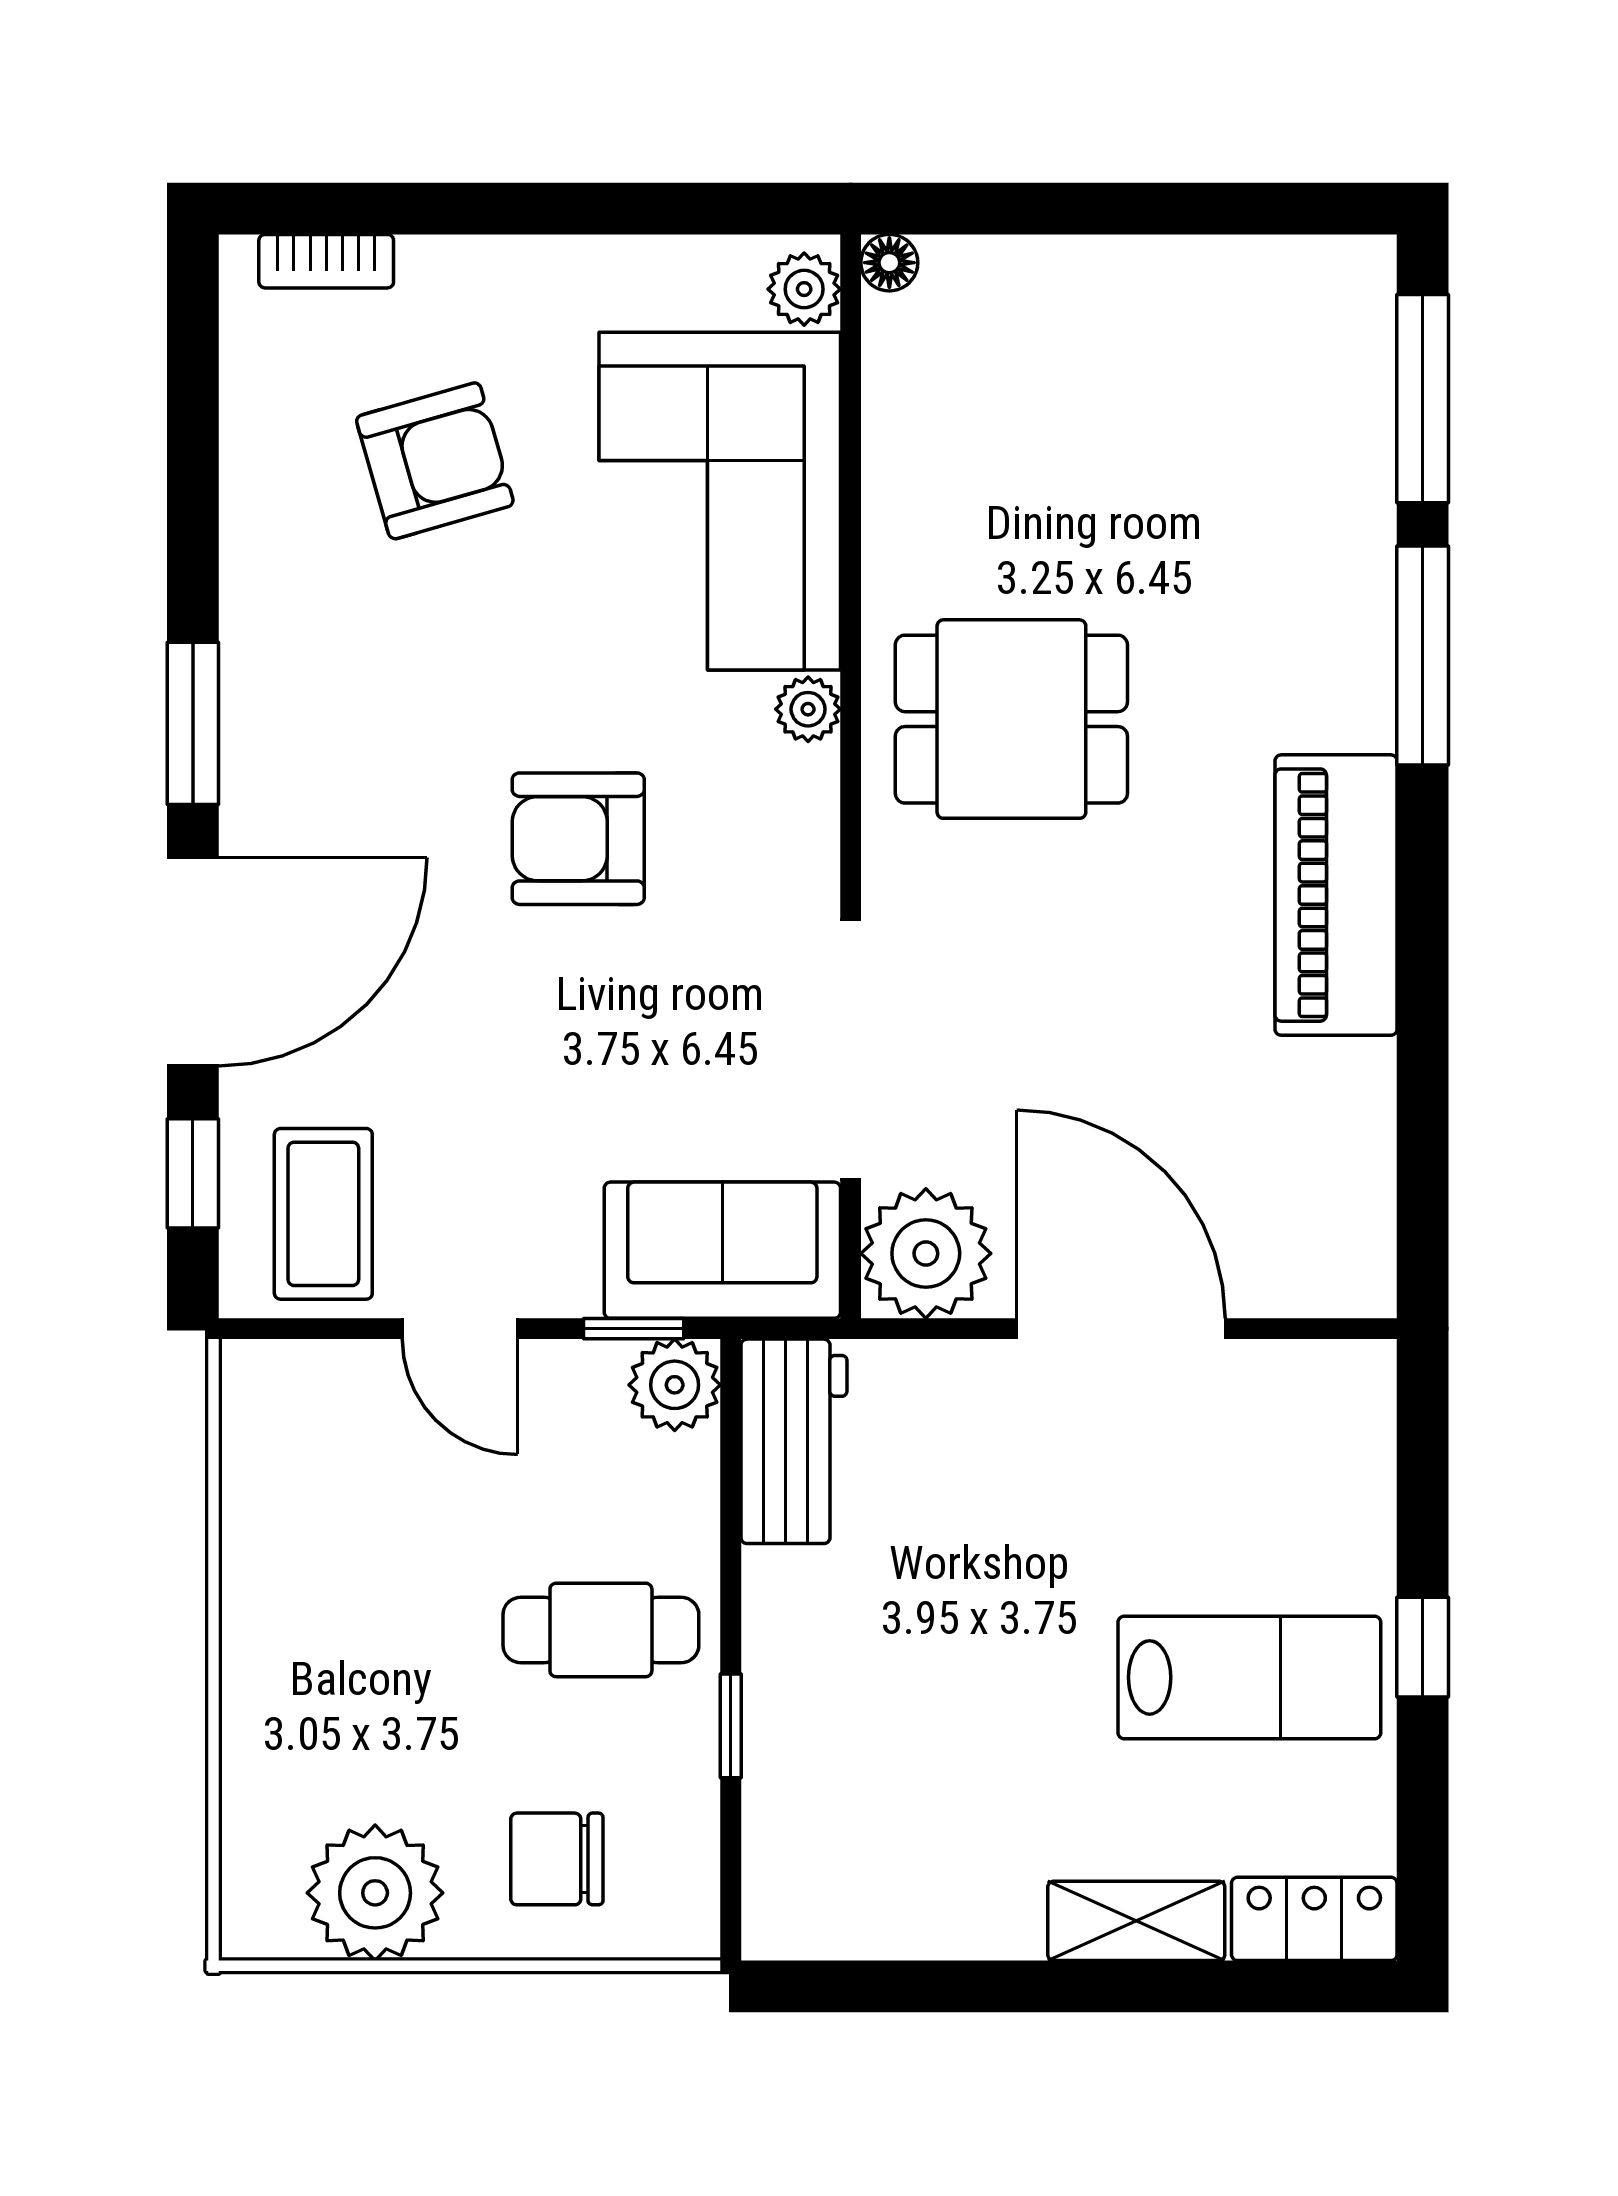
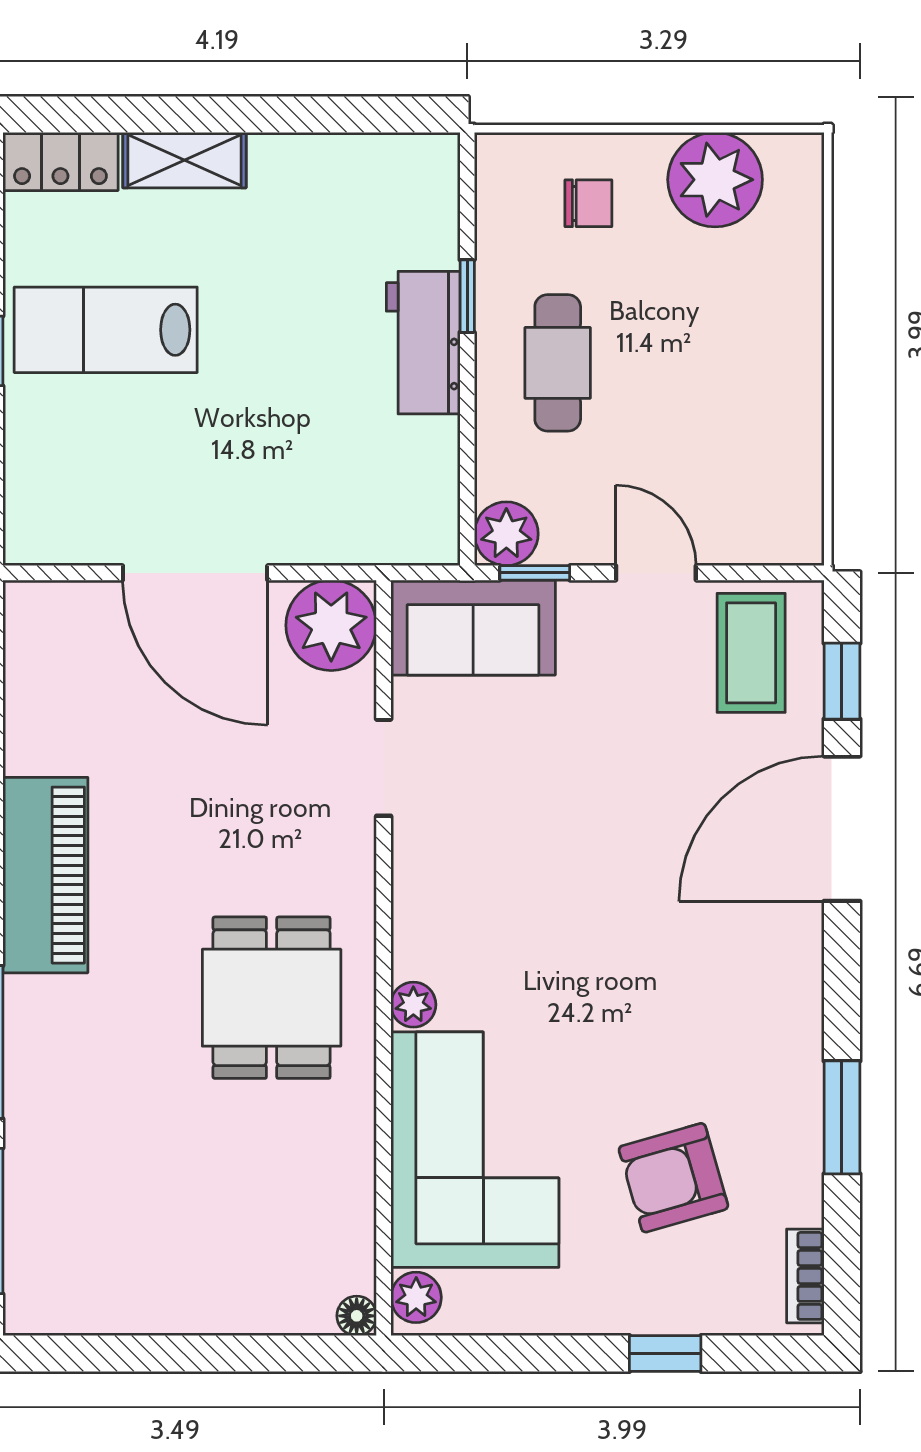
window: (447, 209) -> (665, 1354), added
bookcase: (326, 261) -> (805, 1276), moved, turned -90
dining table: (1011, 719) -> (272, 998), turned 90
window: (193, 723) -> (842, 1117), moved
armchair: (578, 839) -> (573, 914), removed
doorway: (851, 1049) -> (384, 768), width x0.53
workbench: (794, 1441) -> (423, 343), moved
cafe table: (601, 1630) -> (558, 363), turned 90
chair: (557, 1859) -> (588, 203), width x0.73, depth x0.73

